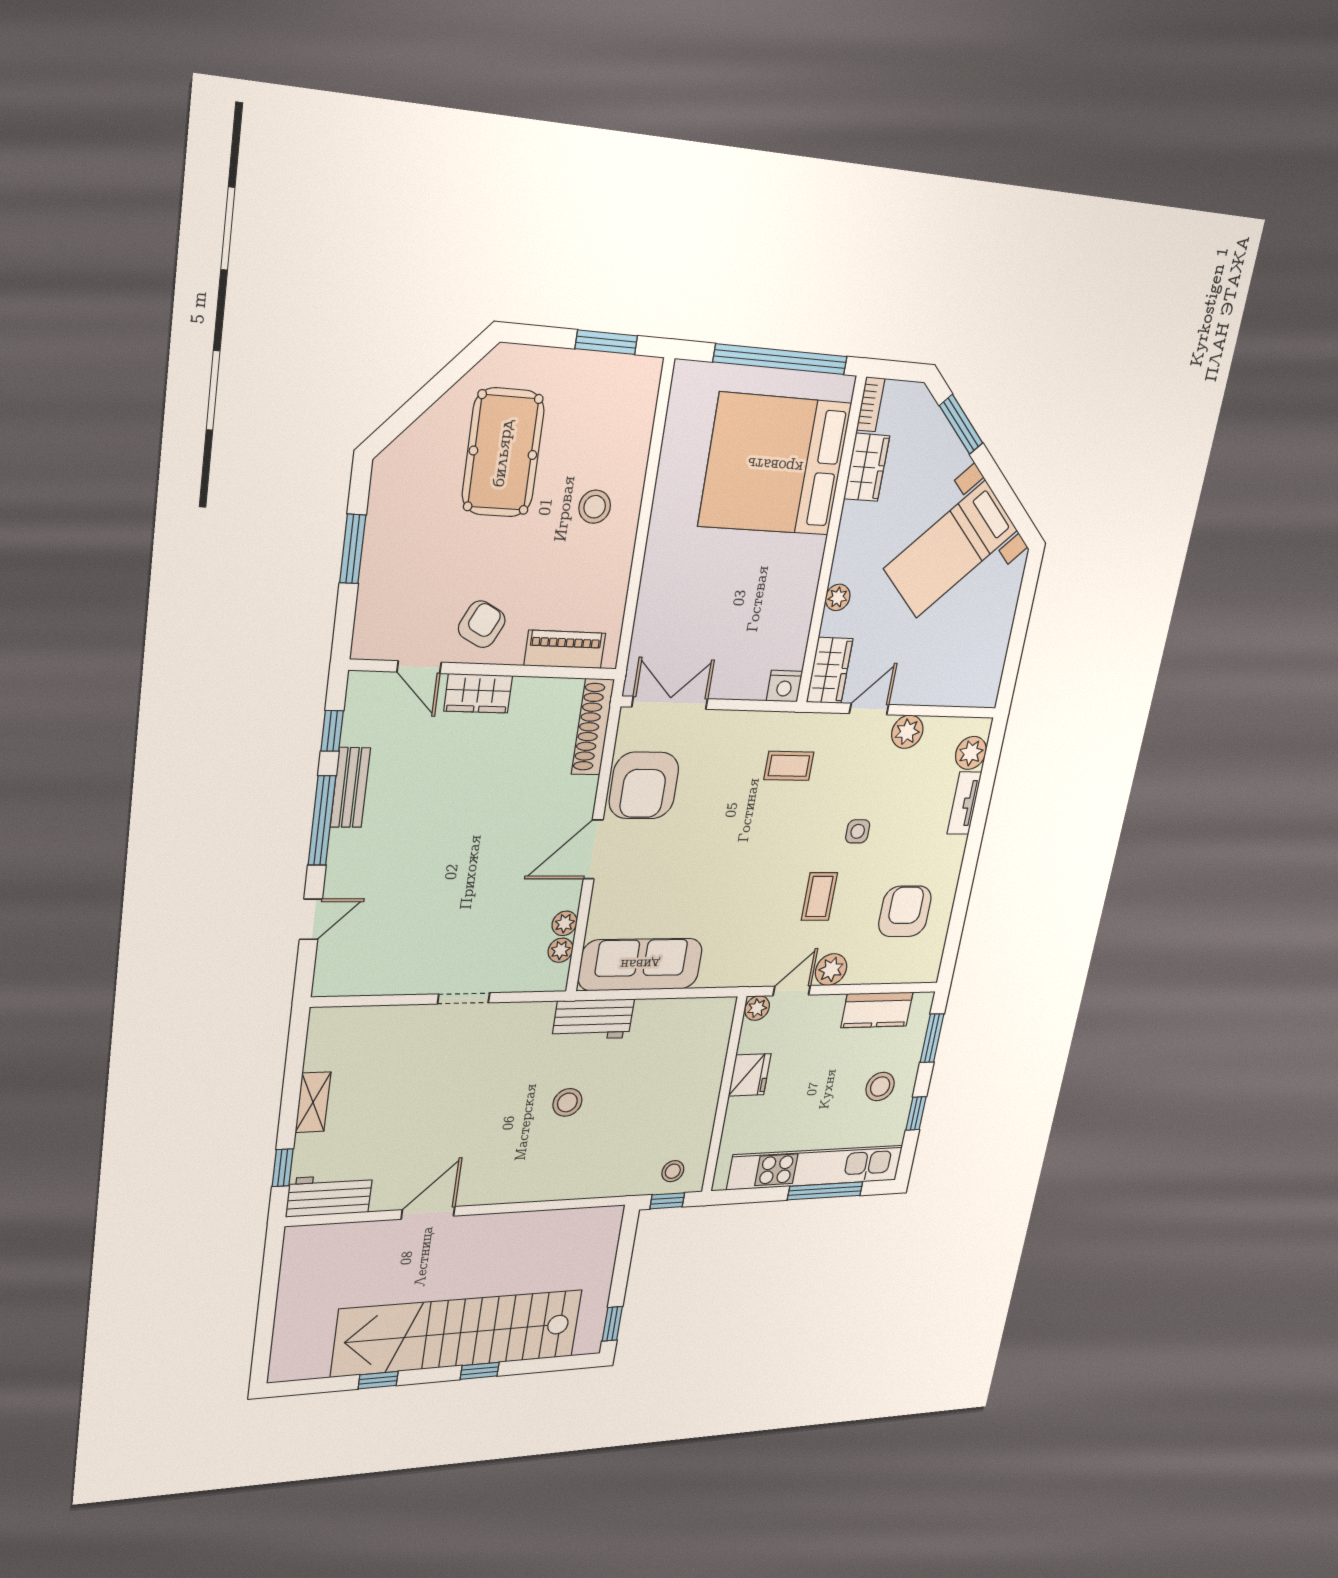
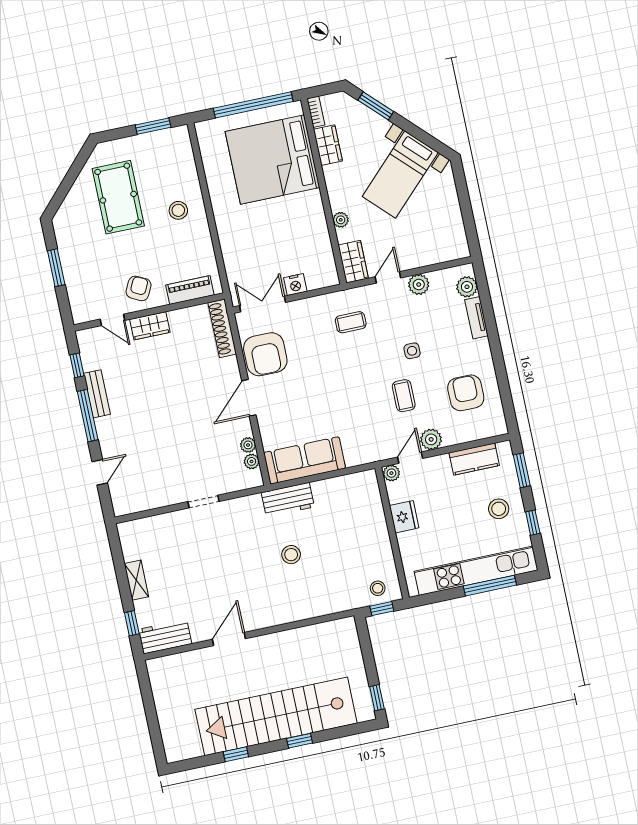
nightstand: (784, 686) -> (295, 285), moved

